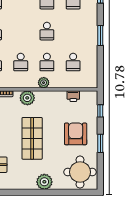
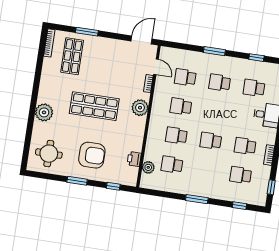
plant: (44, 83) -> (148, 167), moved
round table: (80, 172) -> (49, 154), width x0.73, depth x0.73

